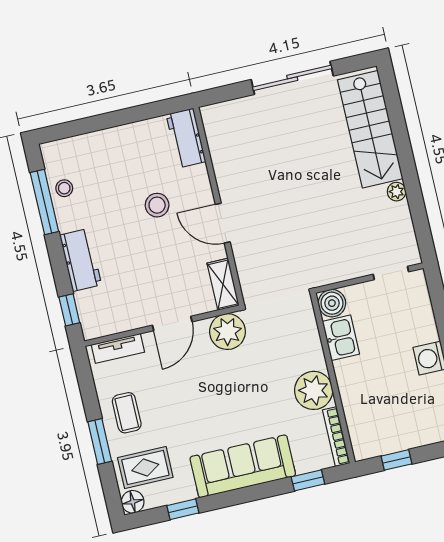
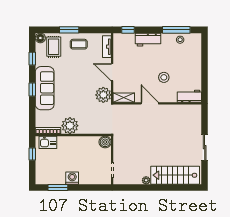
sliding door: (292, 78) -> (205, 147), width x0.73
door: (223, 223) -> (150, 103), hinge flipped
kitchen sink: (341, 338) -> (48, 142), moved
window: (308, 480) -> (32, 89), moved

